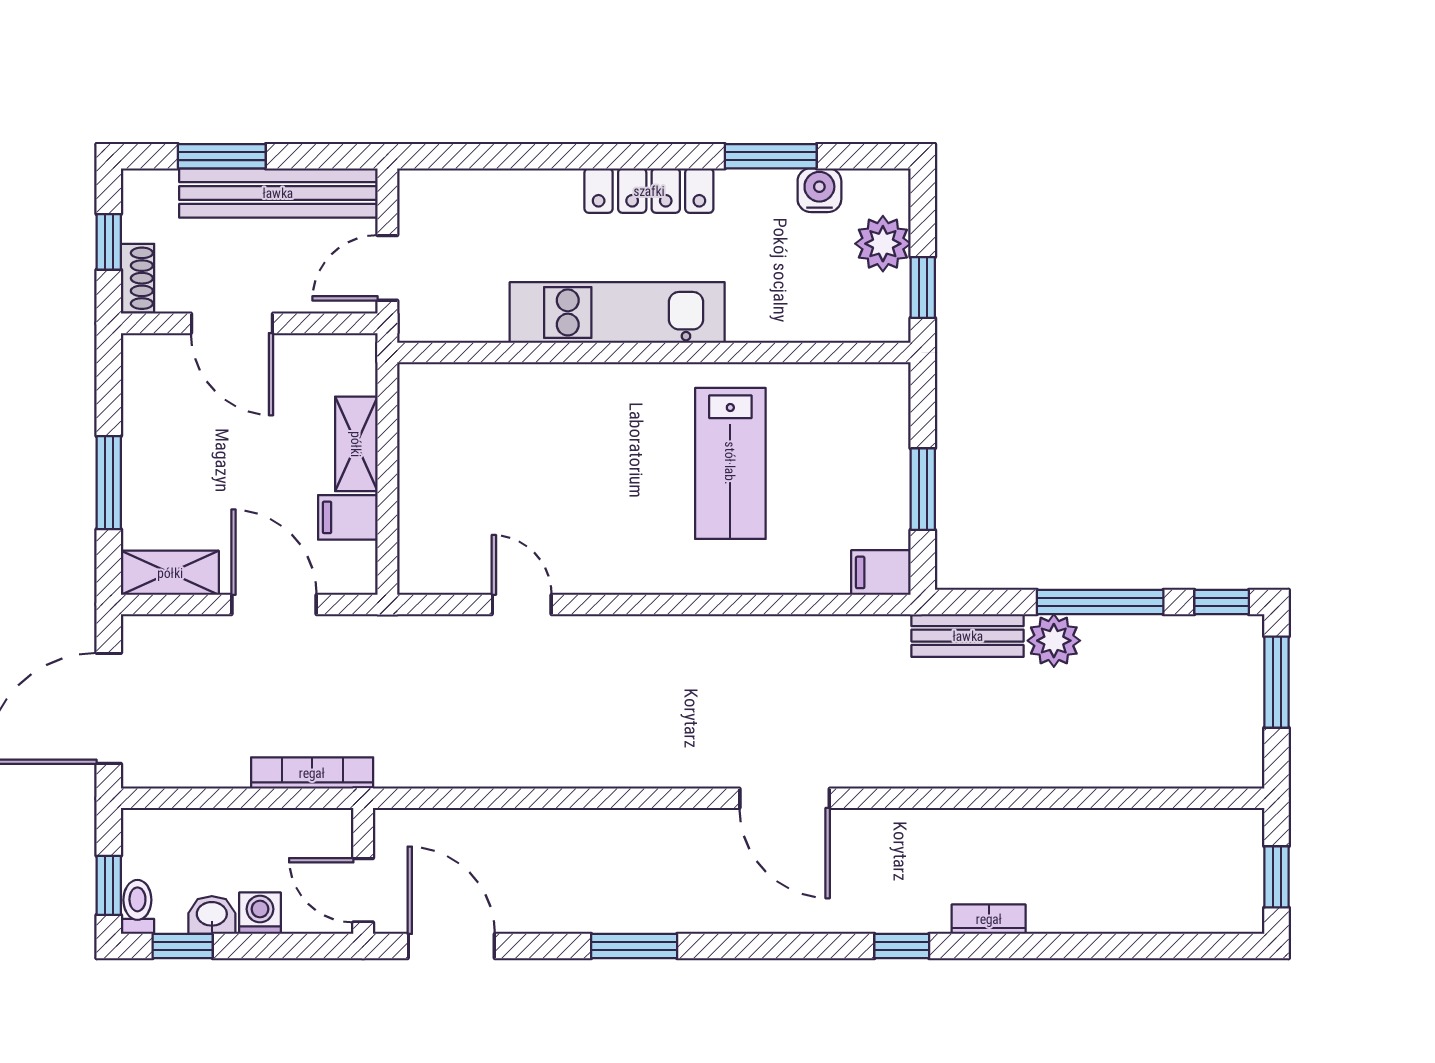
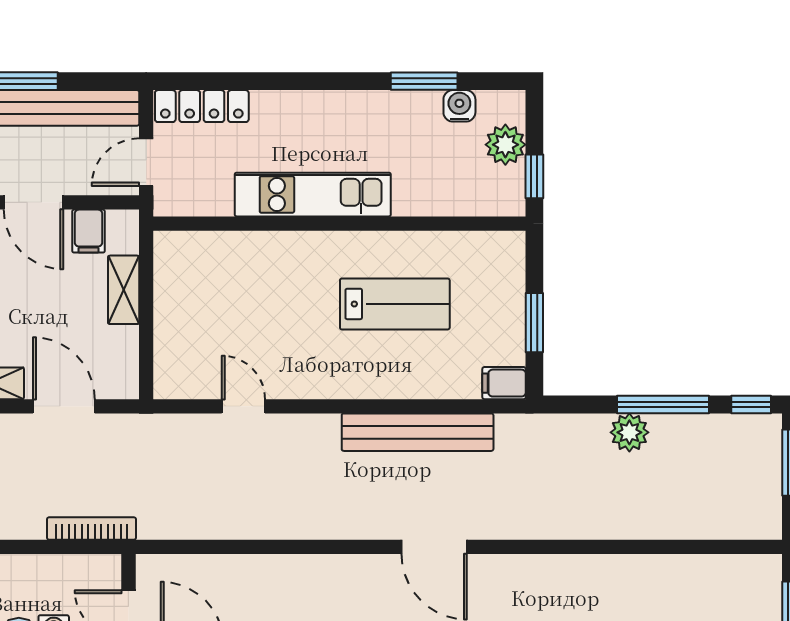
locker: (649, 191) -> (202, 106), moved
lab bench: (730, 463) -> (395, 304), turned -90
filing cabinet: (348, 517) -> (89, 231), moved, turned -90
bench: (968, 636) -> (418, 432), moved, width x1.86, depth x1.21

